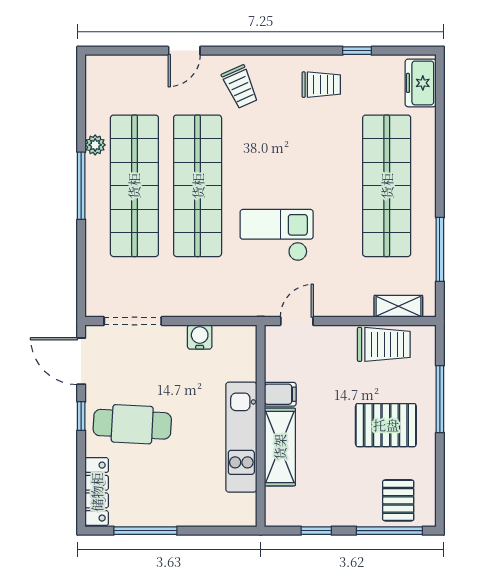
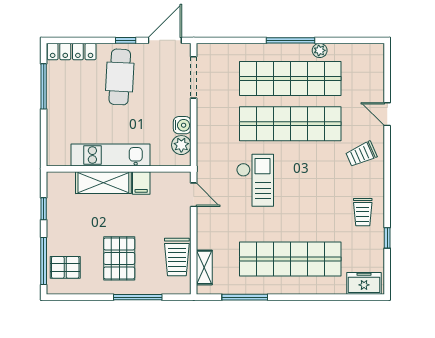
plant: (227, 338) -> (181, 145), added

